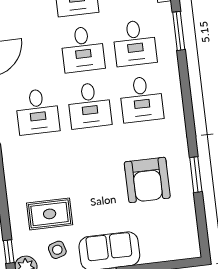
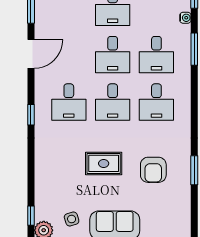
armchair: (147, 180) -> (153, 170), width x0.73, depth x0.73
rug: (50, 214) -> (104, 163), moved

